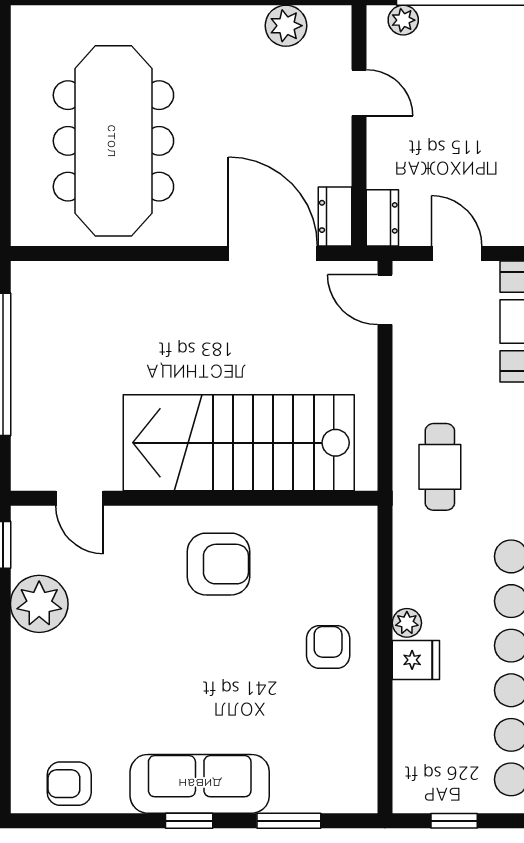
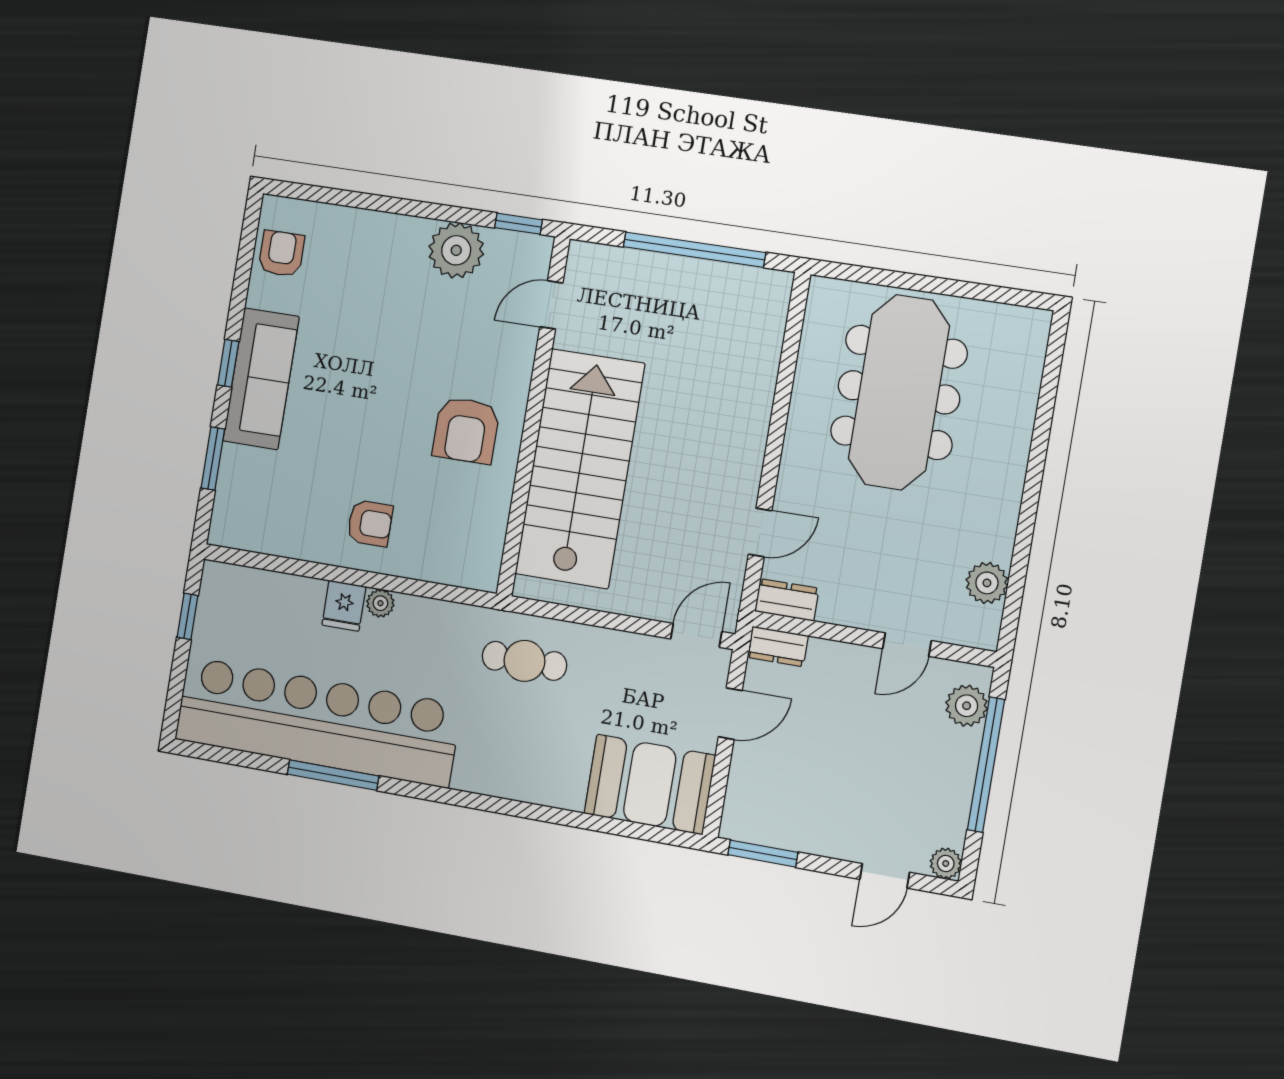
plant: (403, 20) -> (967, 706), width x1.38, depth x1.38
meeting table: (113, 141) -> (899, 392), turned 90
door: (273, 254) -> (760, 533), width x0.53

